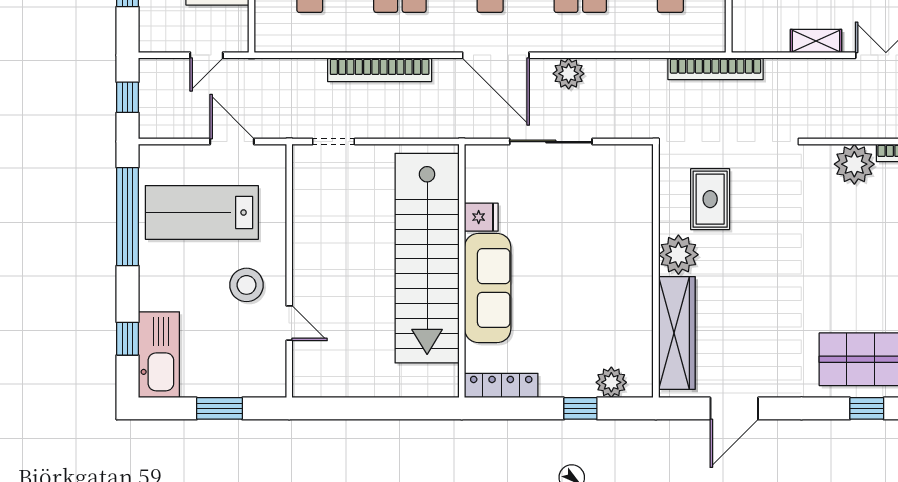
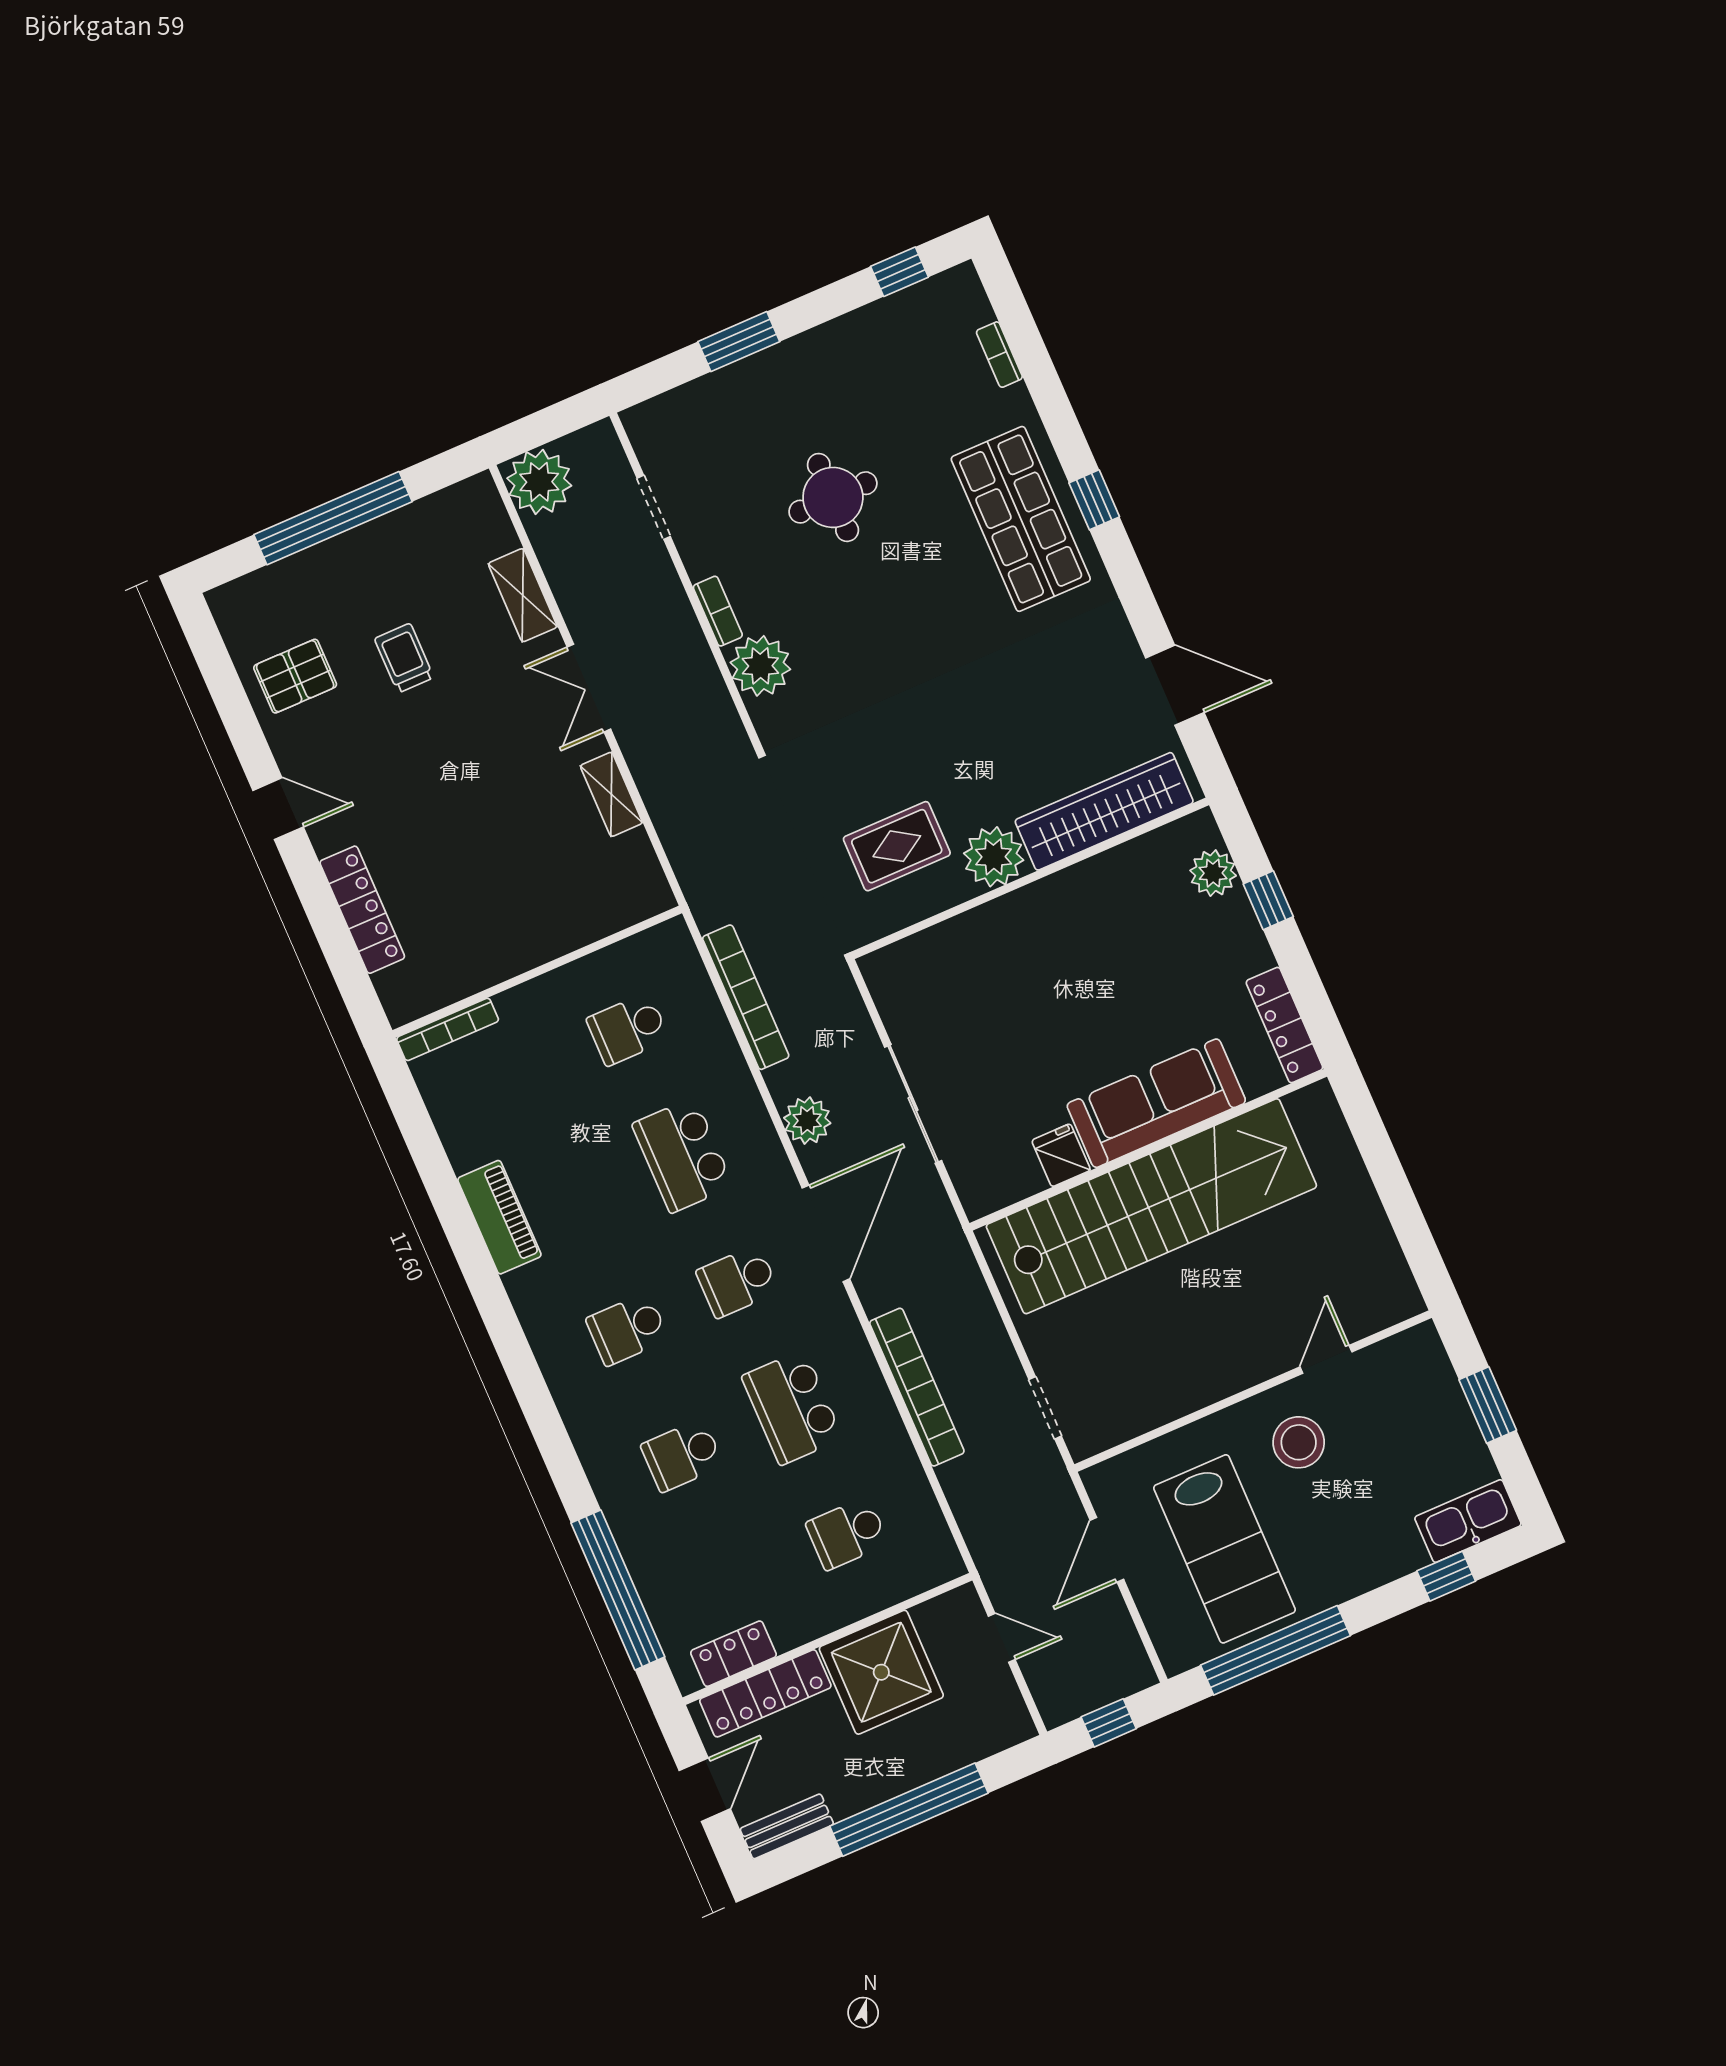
bookcase: (715, 69) -> (746, 997), moved
kitchen sink: (159, 355) -> (1468, 1521), width x0.73, depth x0.81

